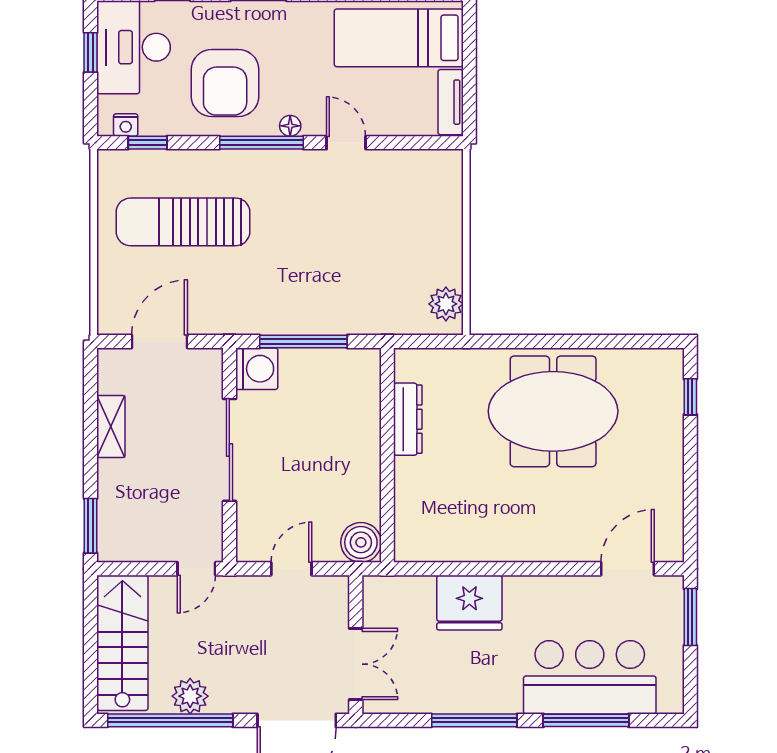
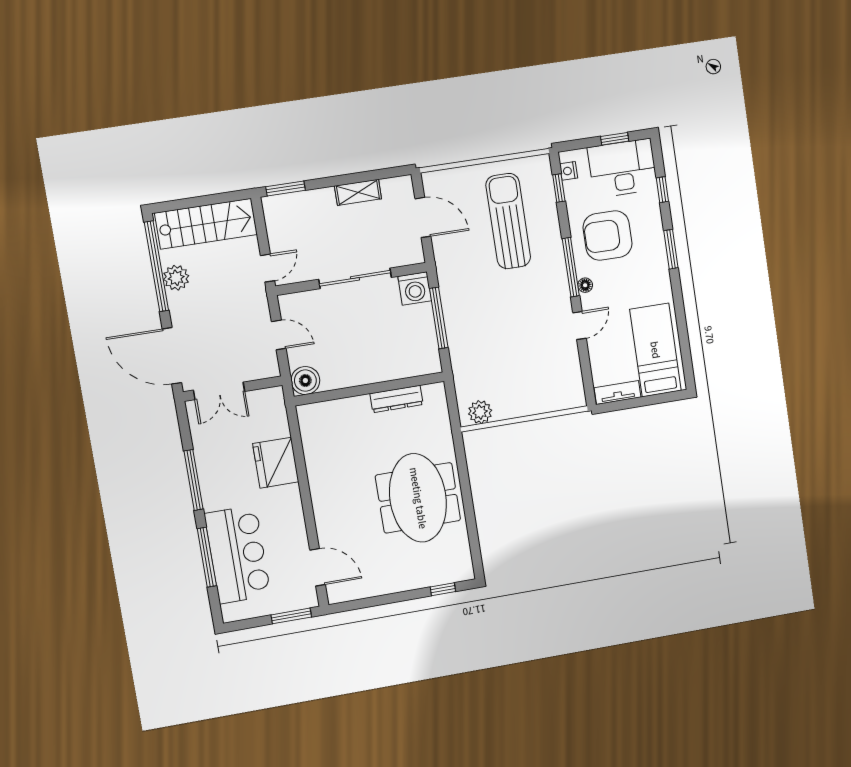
door: (196, 569) -> (268, 268), swing flipped

